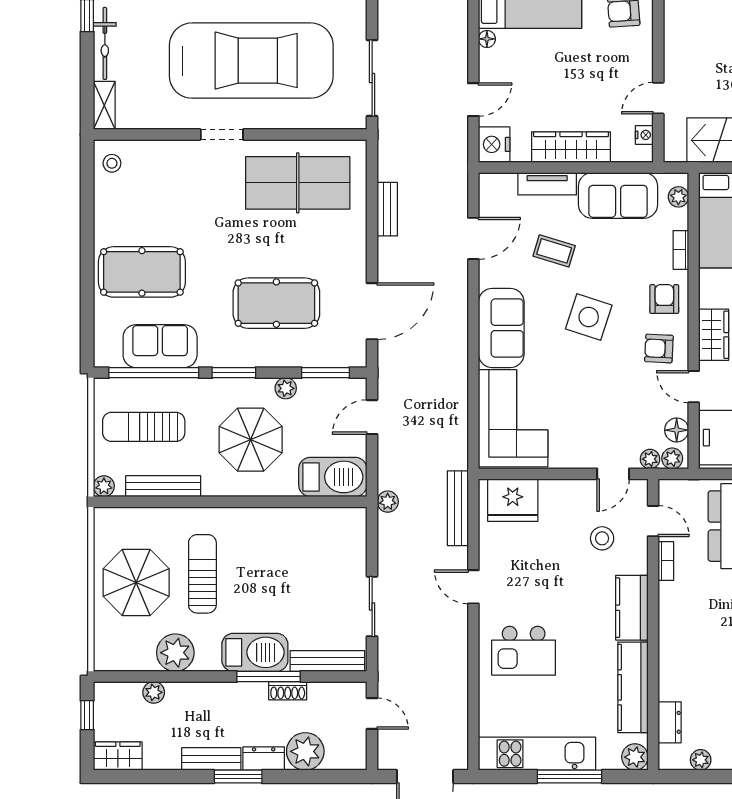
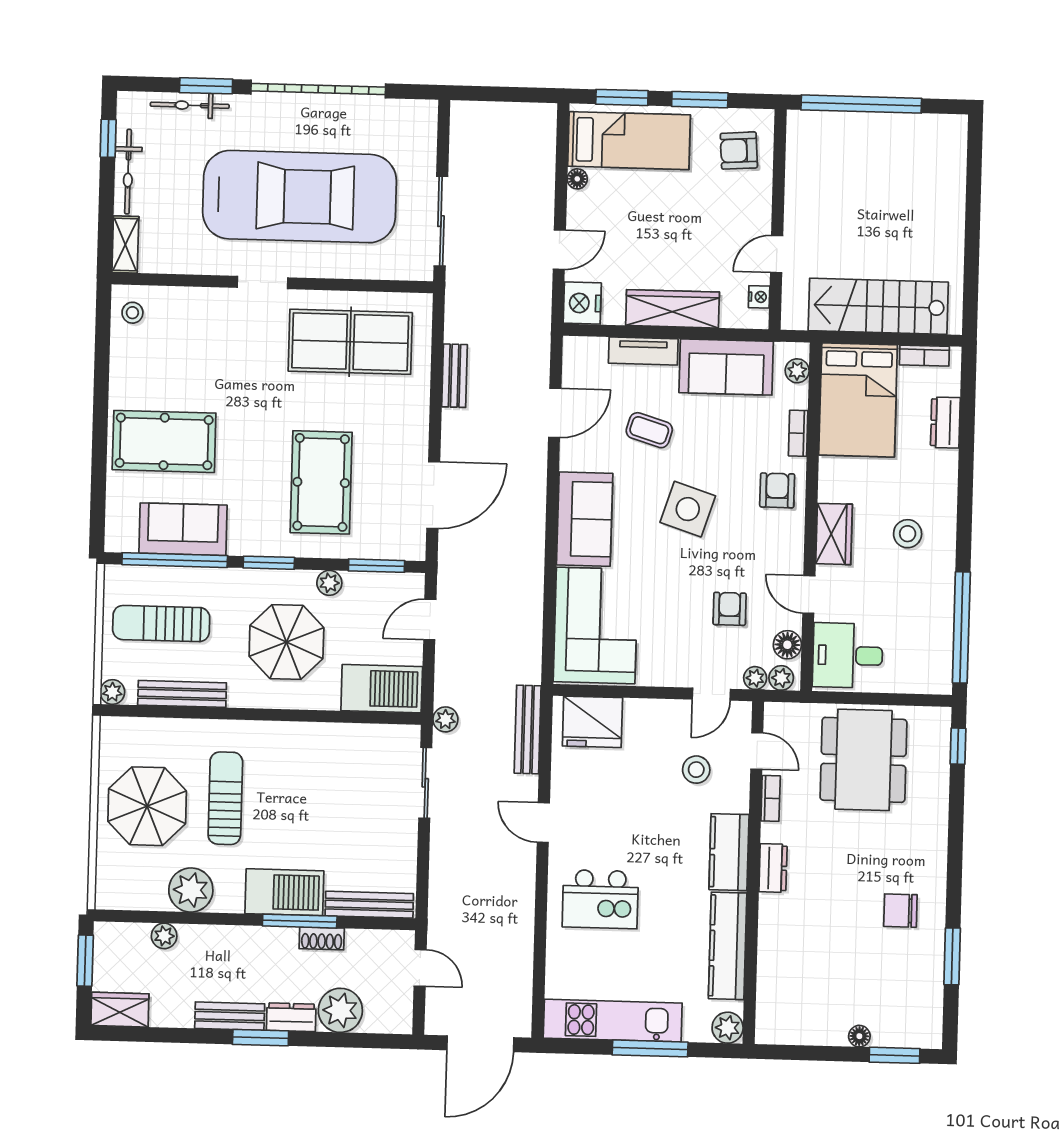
pool table: (276, 303) -> (321, 482), turned 90
armchair: (659, 348) -> (730, 609), moved, turned 87
sliding door: (372, 606) -> (425, 783), moved
window: (87, 715) -> (85, 961), width x1.50
dresser: (670, 722) -> (773, 868), moved
plant: (701, 760) -> (805, 1033), removed

